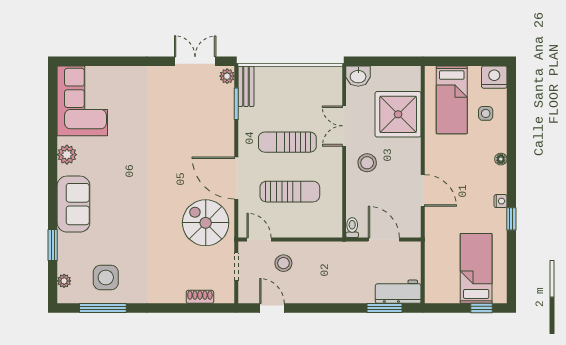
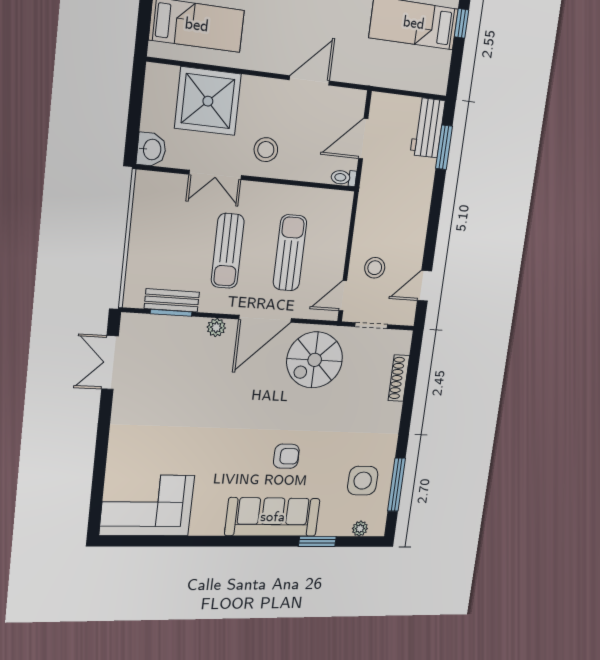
plant: (227, 76) -> (216, 327), moved
bench: (246, 86) -> (172, 300), moved
plant: (67, 155) -> (212, 524), removed
sofa: (73, 204) -> (273, 517), width x1.36
armchair: (125, 209) -> (286, 456), added
shoe rack: (200, 297) -> (399, 378), width x1.43

